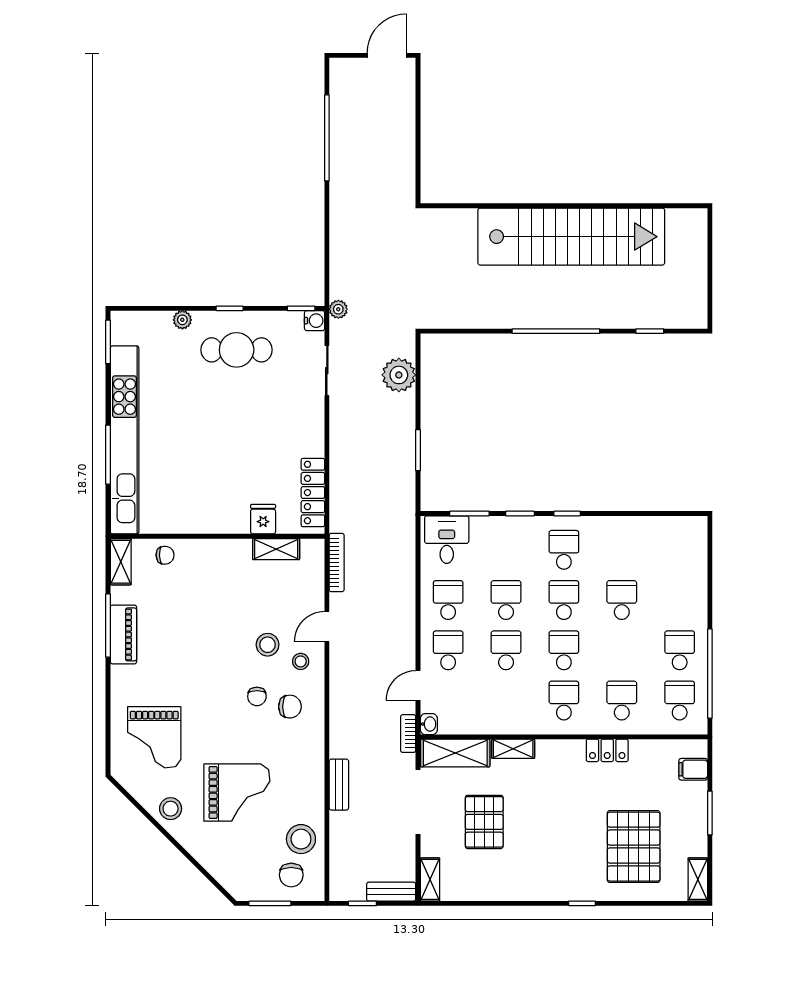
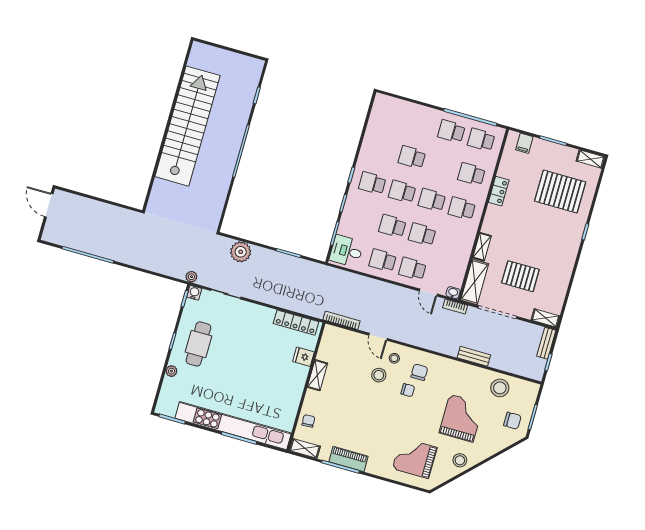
shelving: (276, 549) -> (317, 375), moved
grand piano: (154, 737) -> (415, 458), turned 180
chair: (291, 875) -> (512, 421), moved

